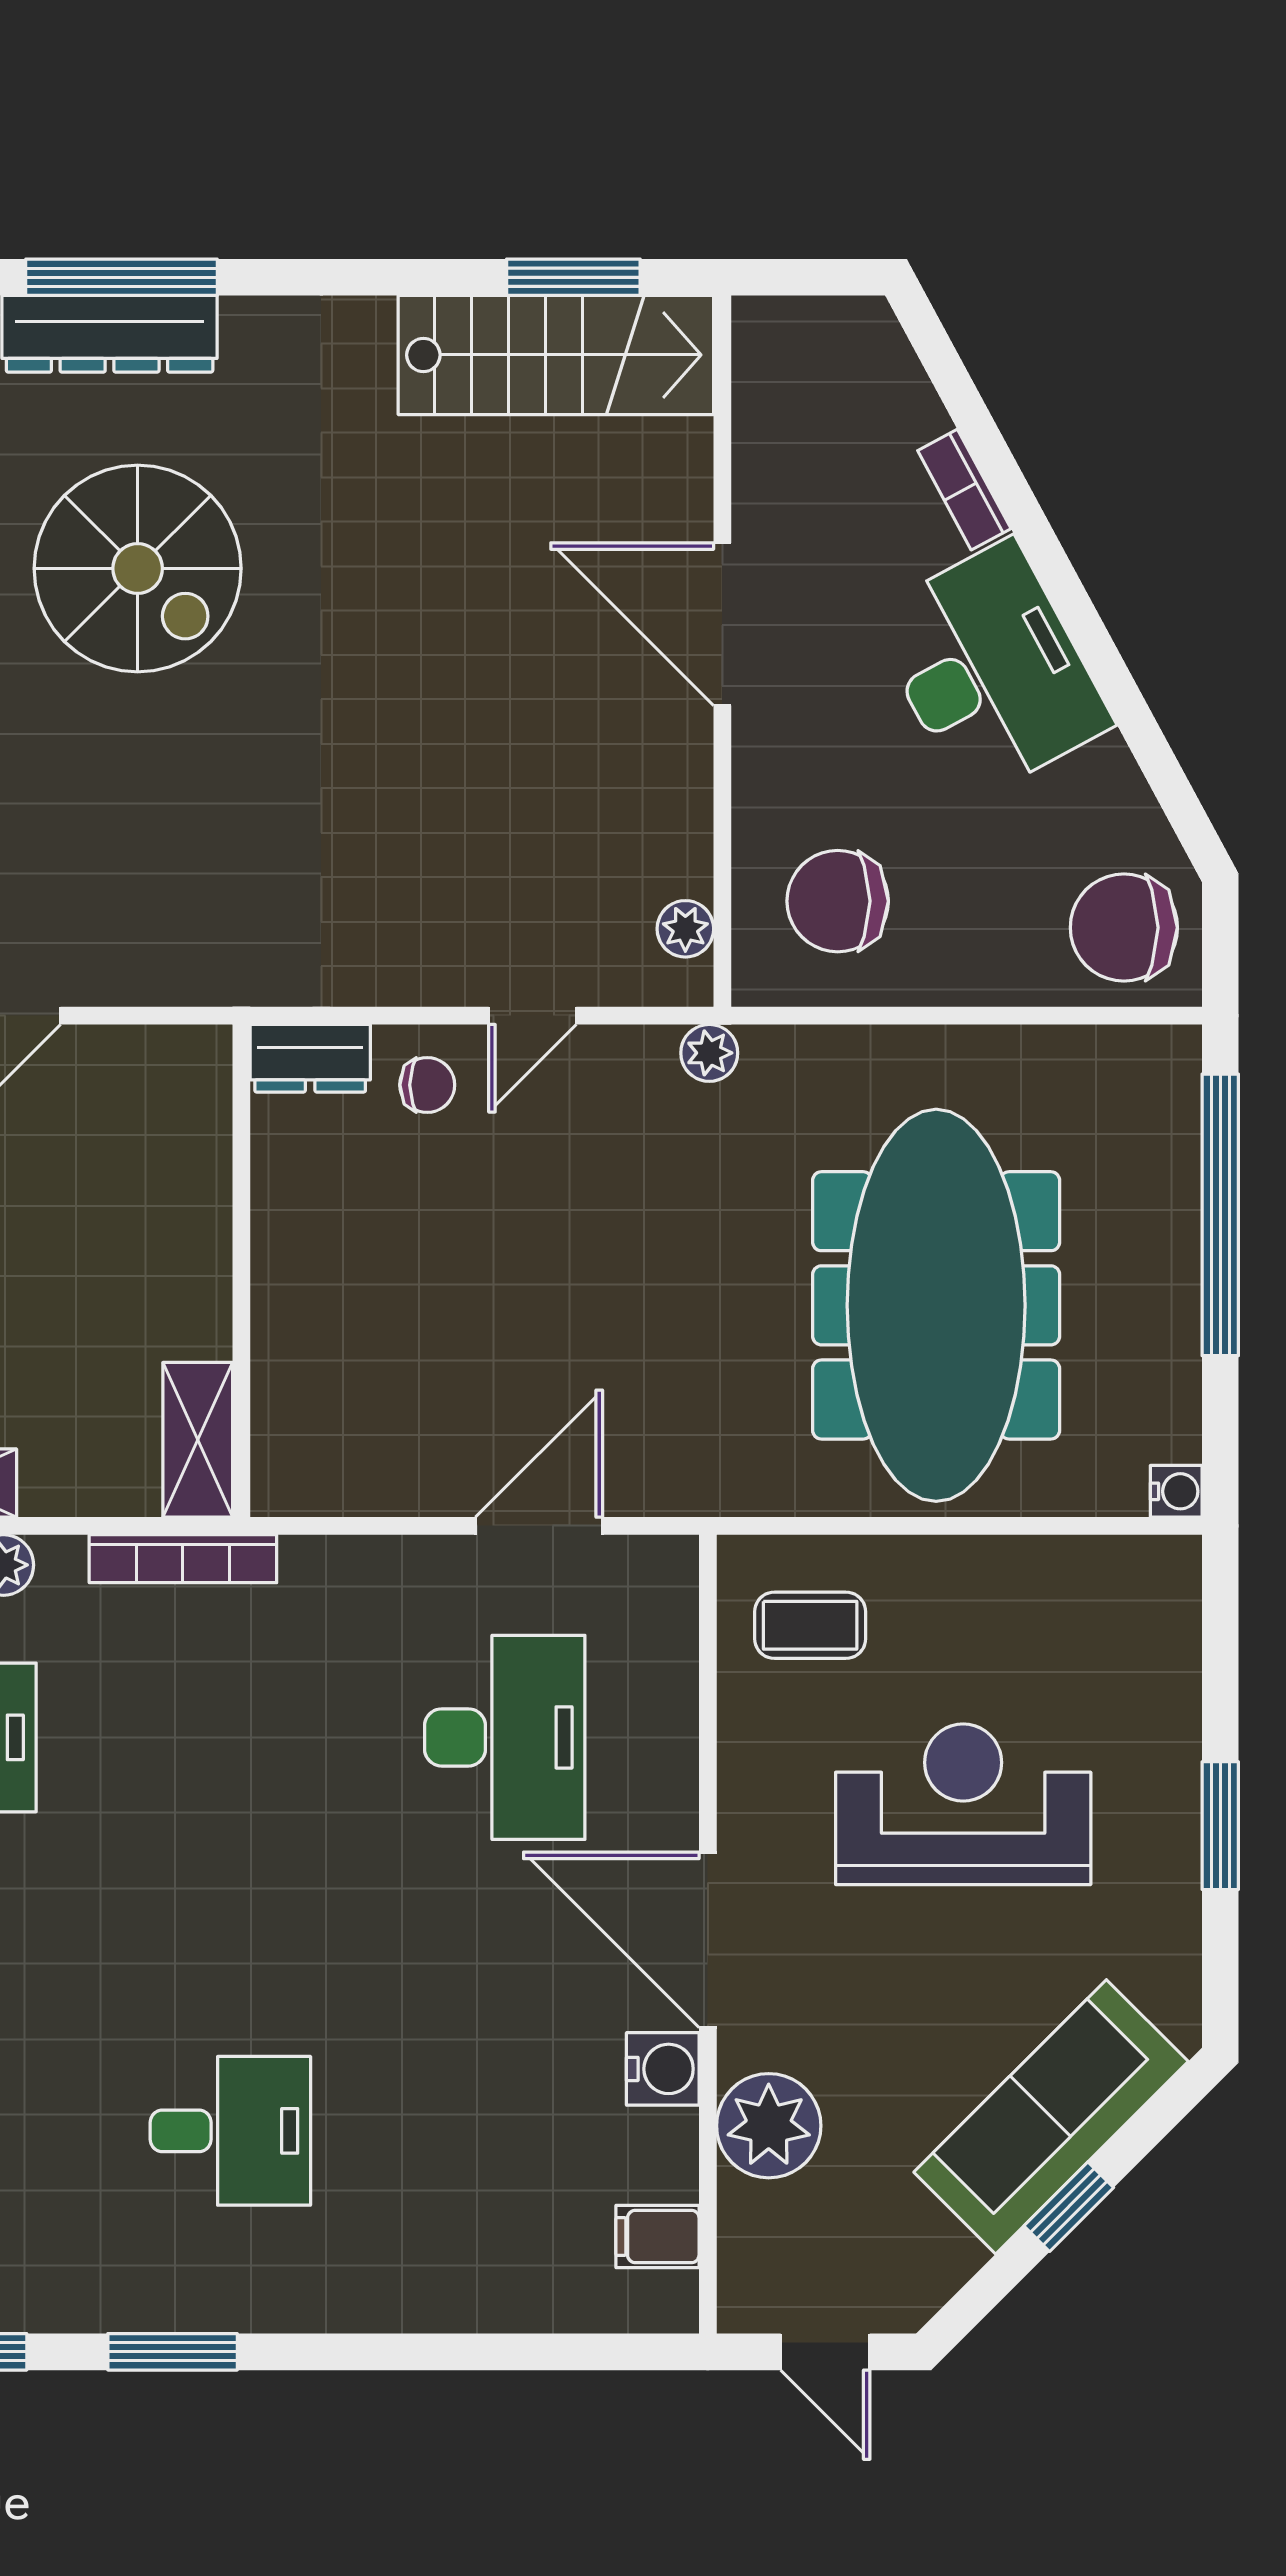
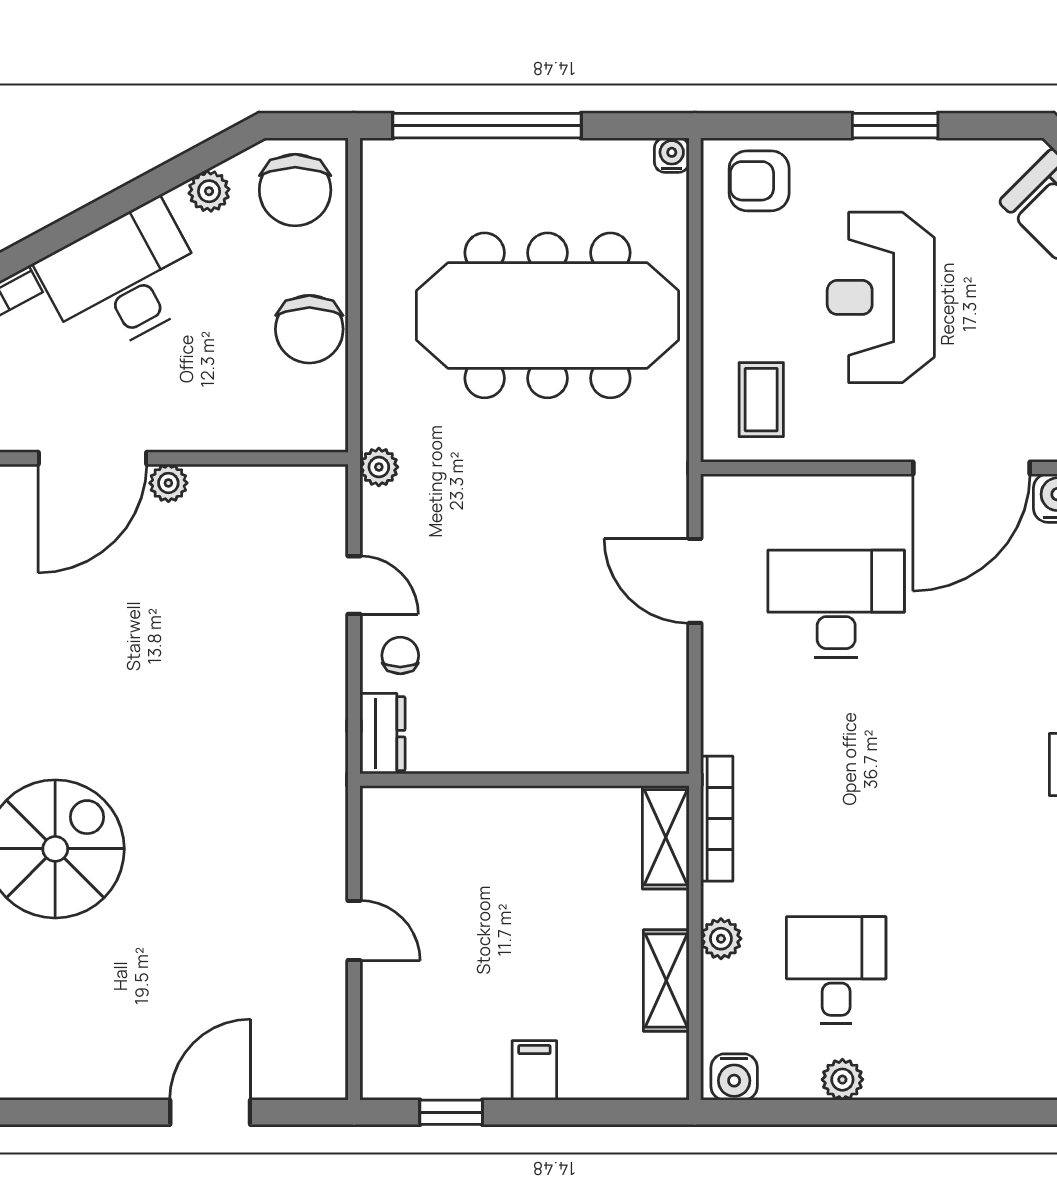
plant: (1122, 799) -> (209, 191), added
chair: (838, 901) -> (309, 329), moved
plant: (685, 929) -> (168, 483), moved
shelving: (198, 1440) -> (666, 837), moved, turned 90
armchair: (1138, 1622) -> (759, 181), added

